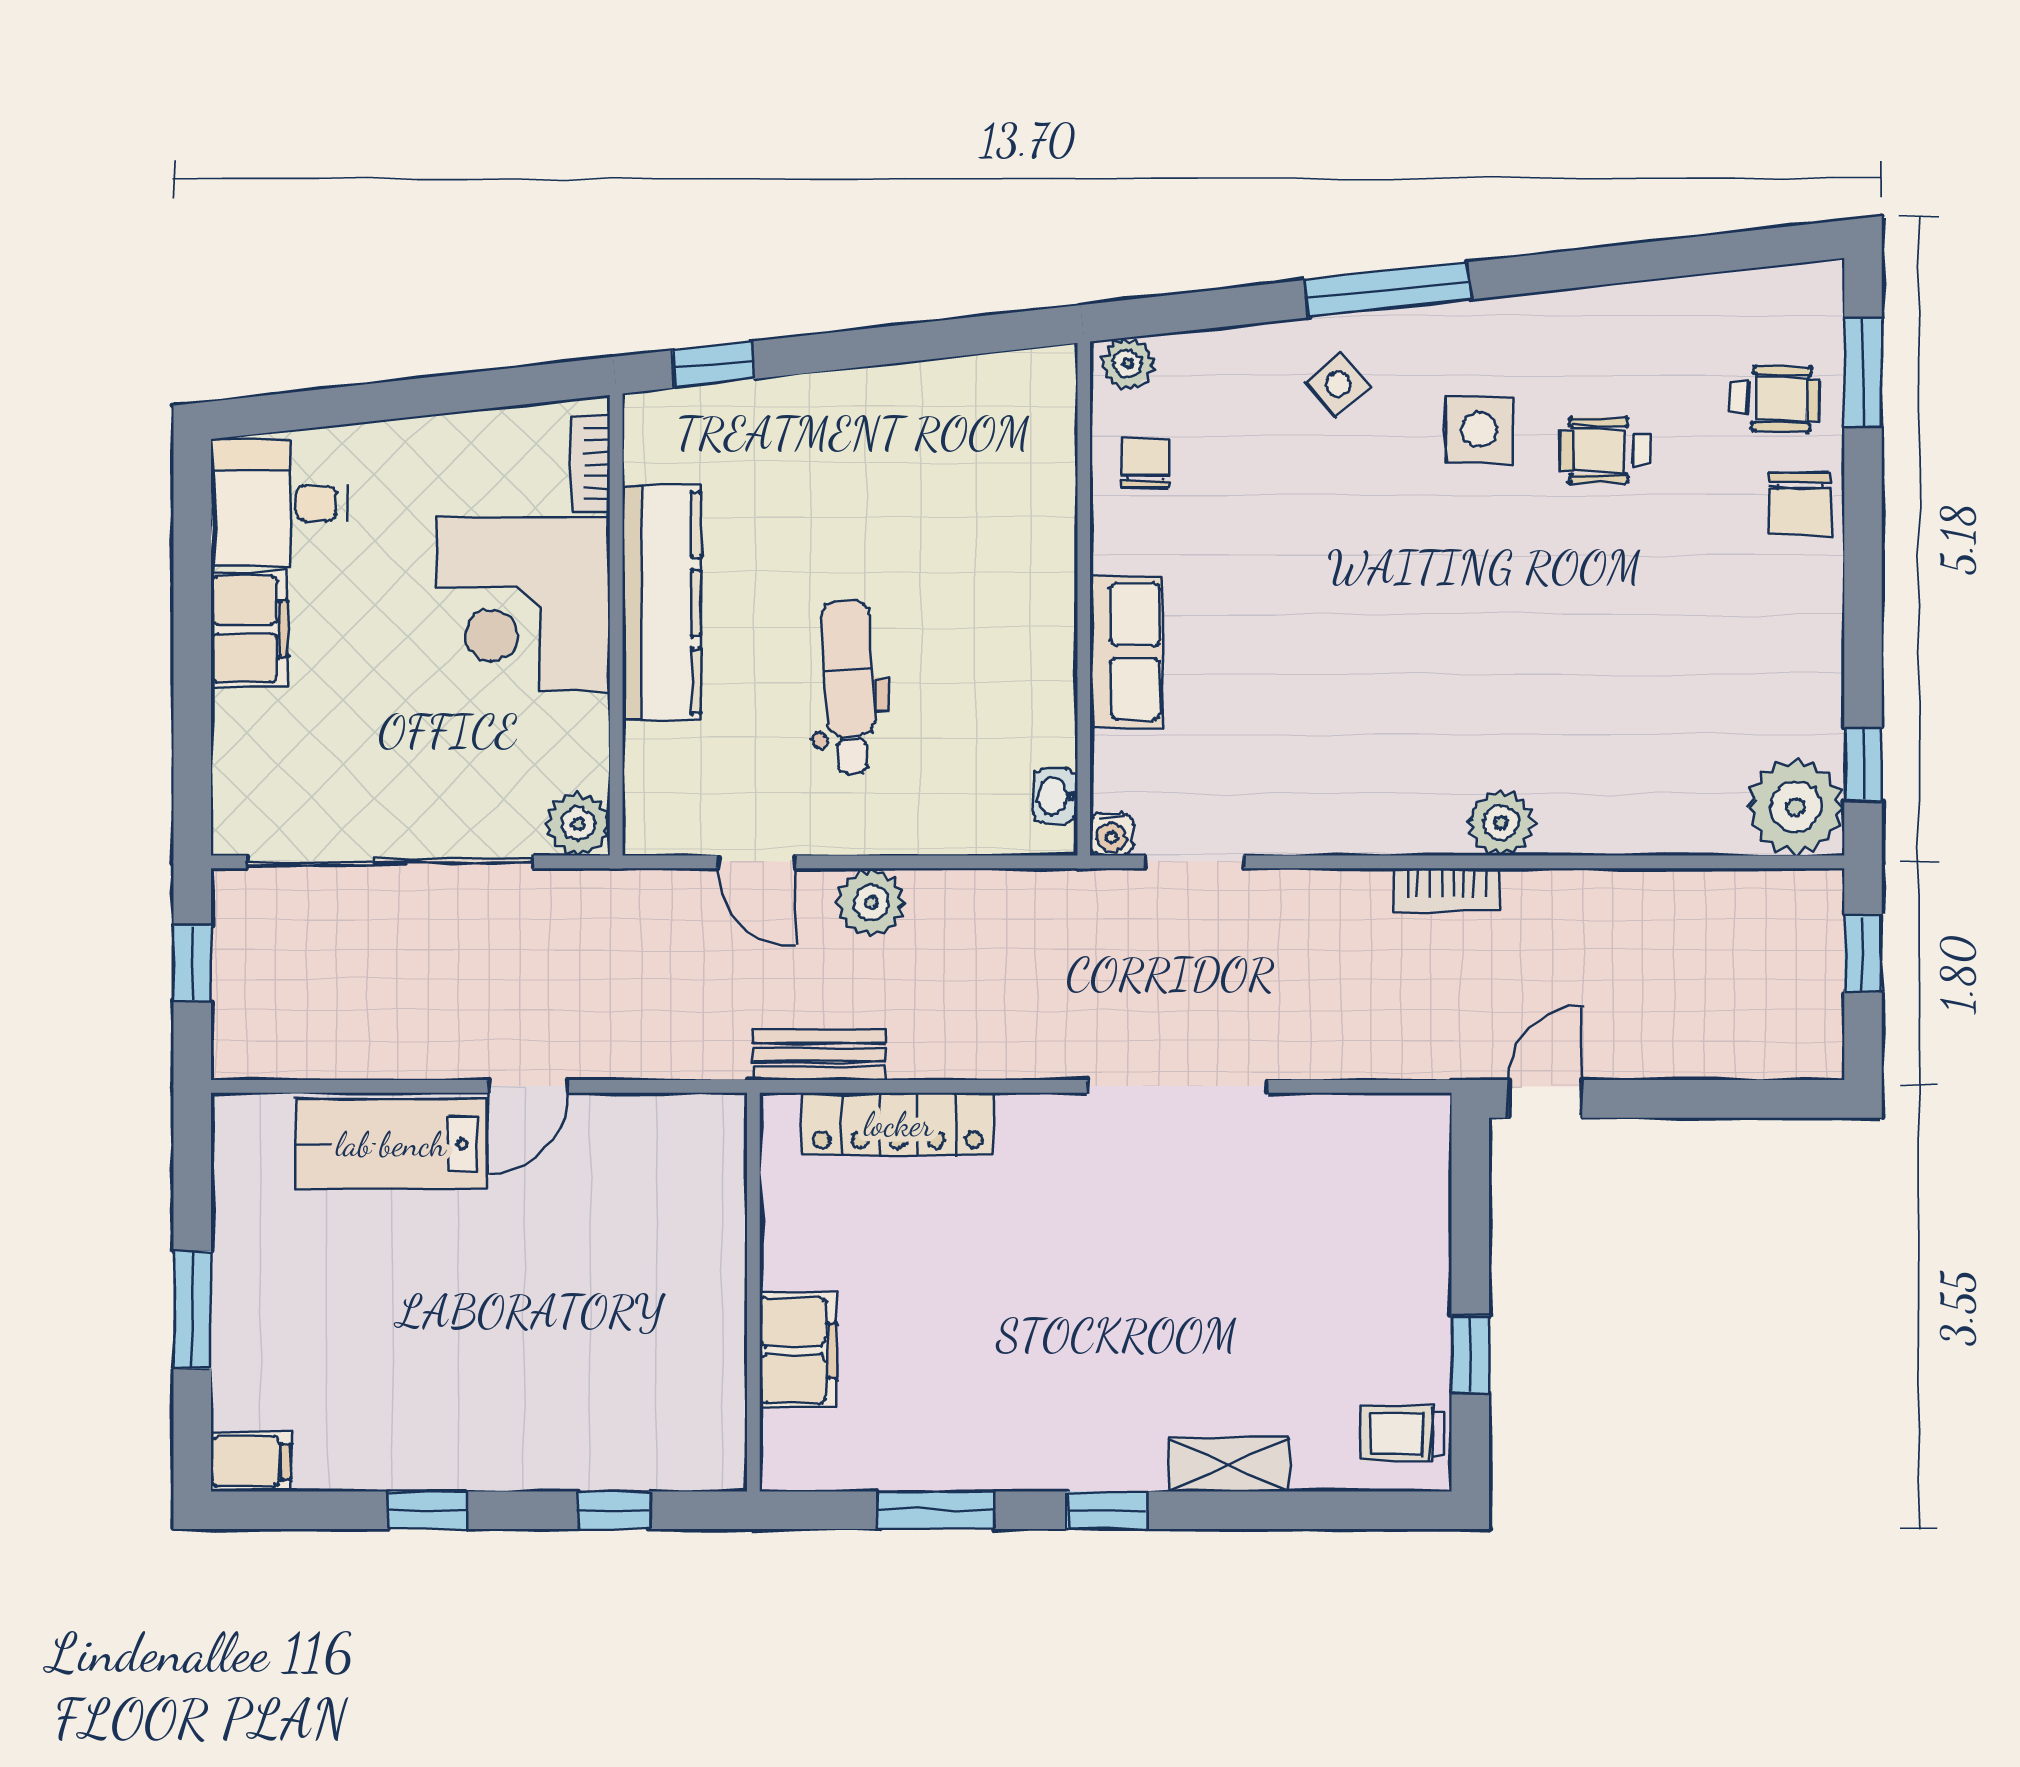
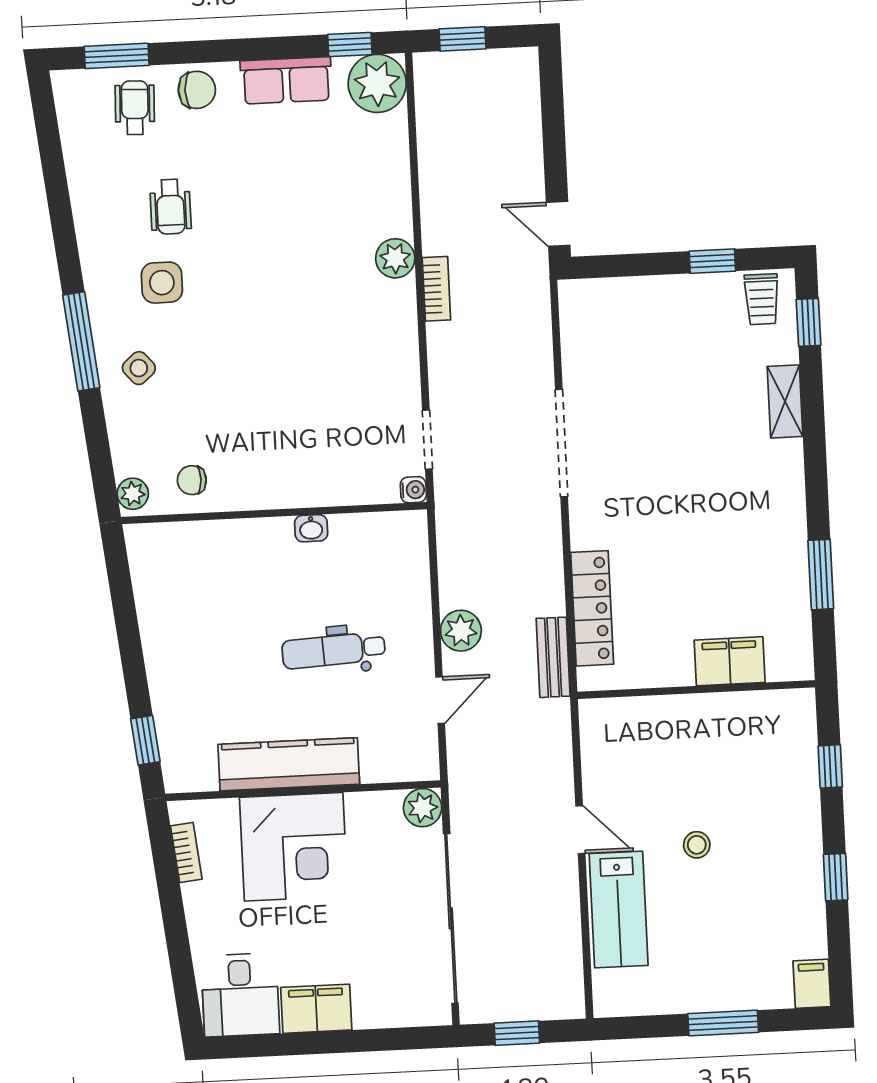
bookcase: (591, 464) -> (186, 852), moved, turned -96
row of seats: (1126, 652) -> (286, 80), moved, turned 180
washbasin: (1055, 796) -> (311, 528), moved
stool: (493, 1280) -> (697, 845), added
window: (1107, 1510) -> (808, 322), moved

